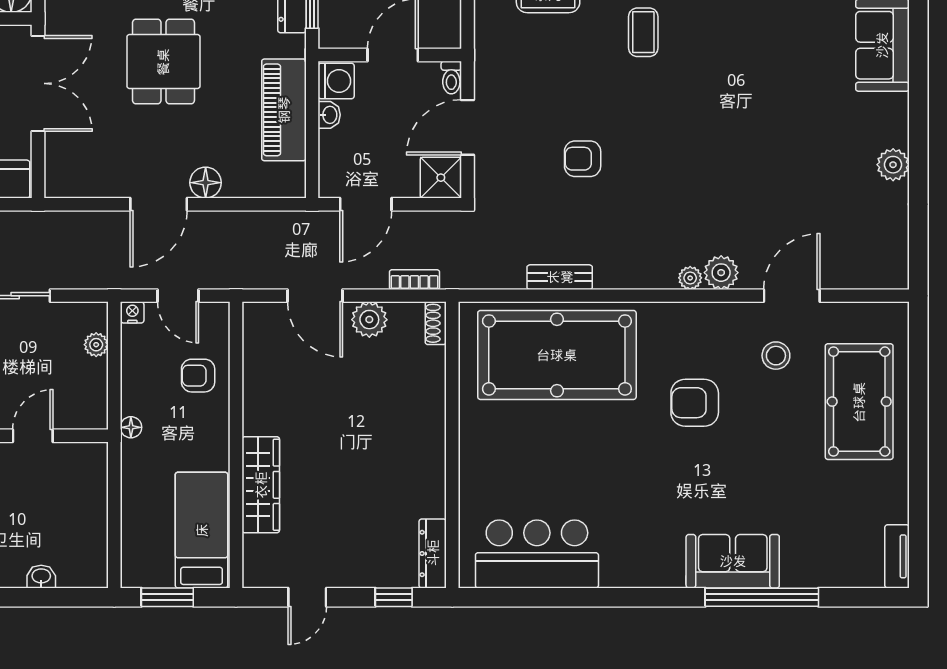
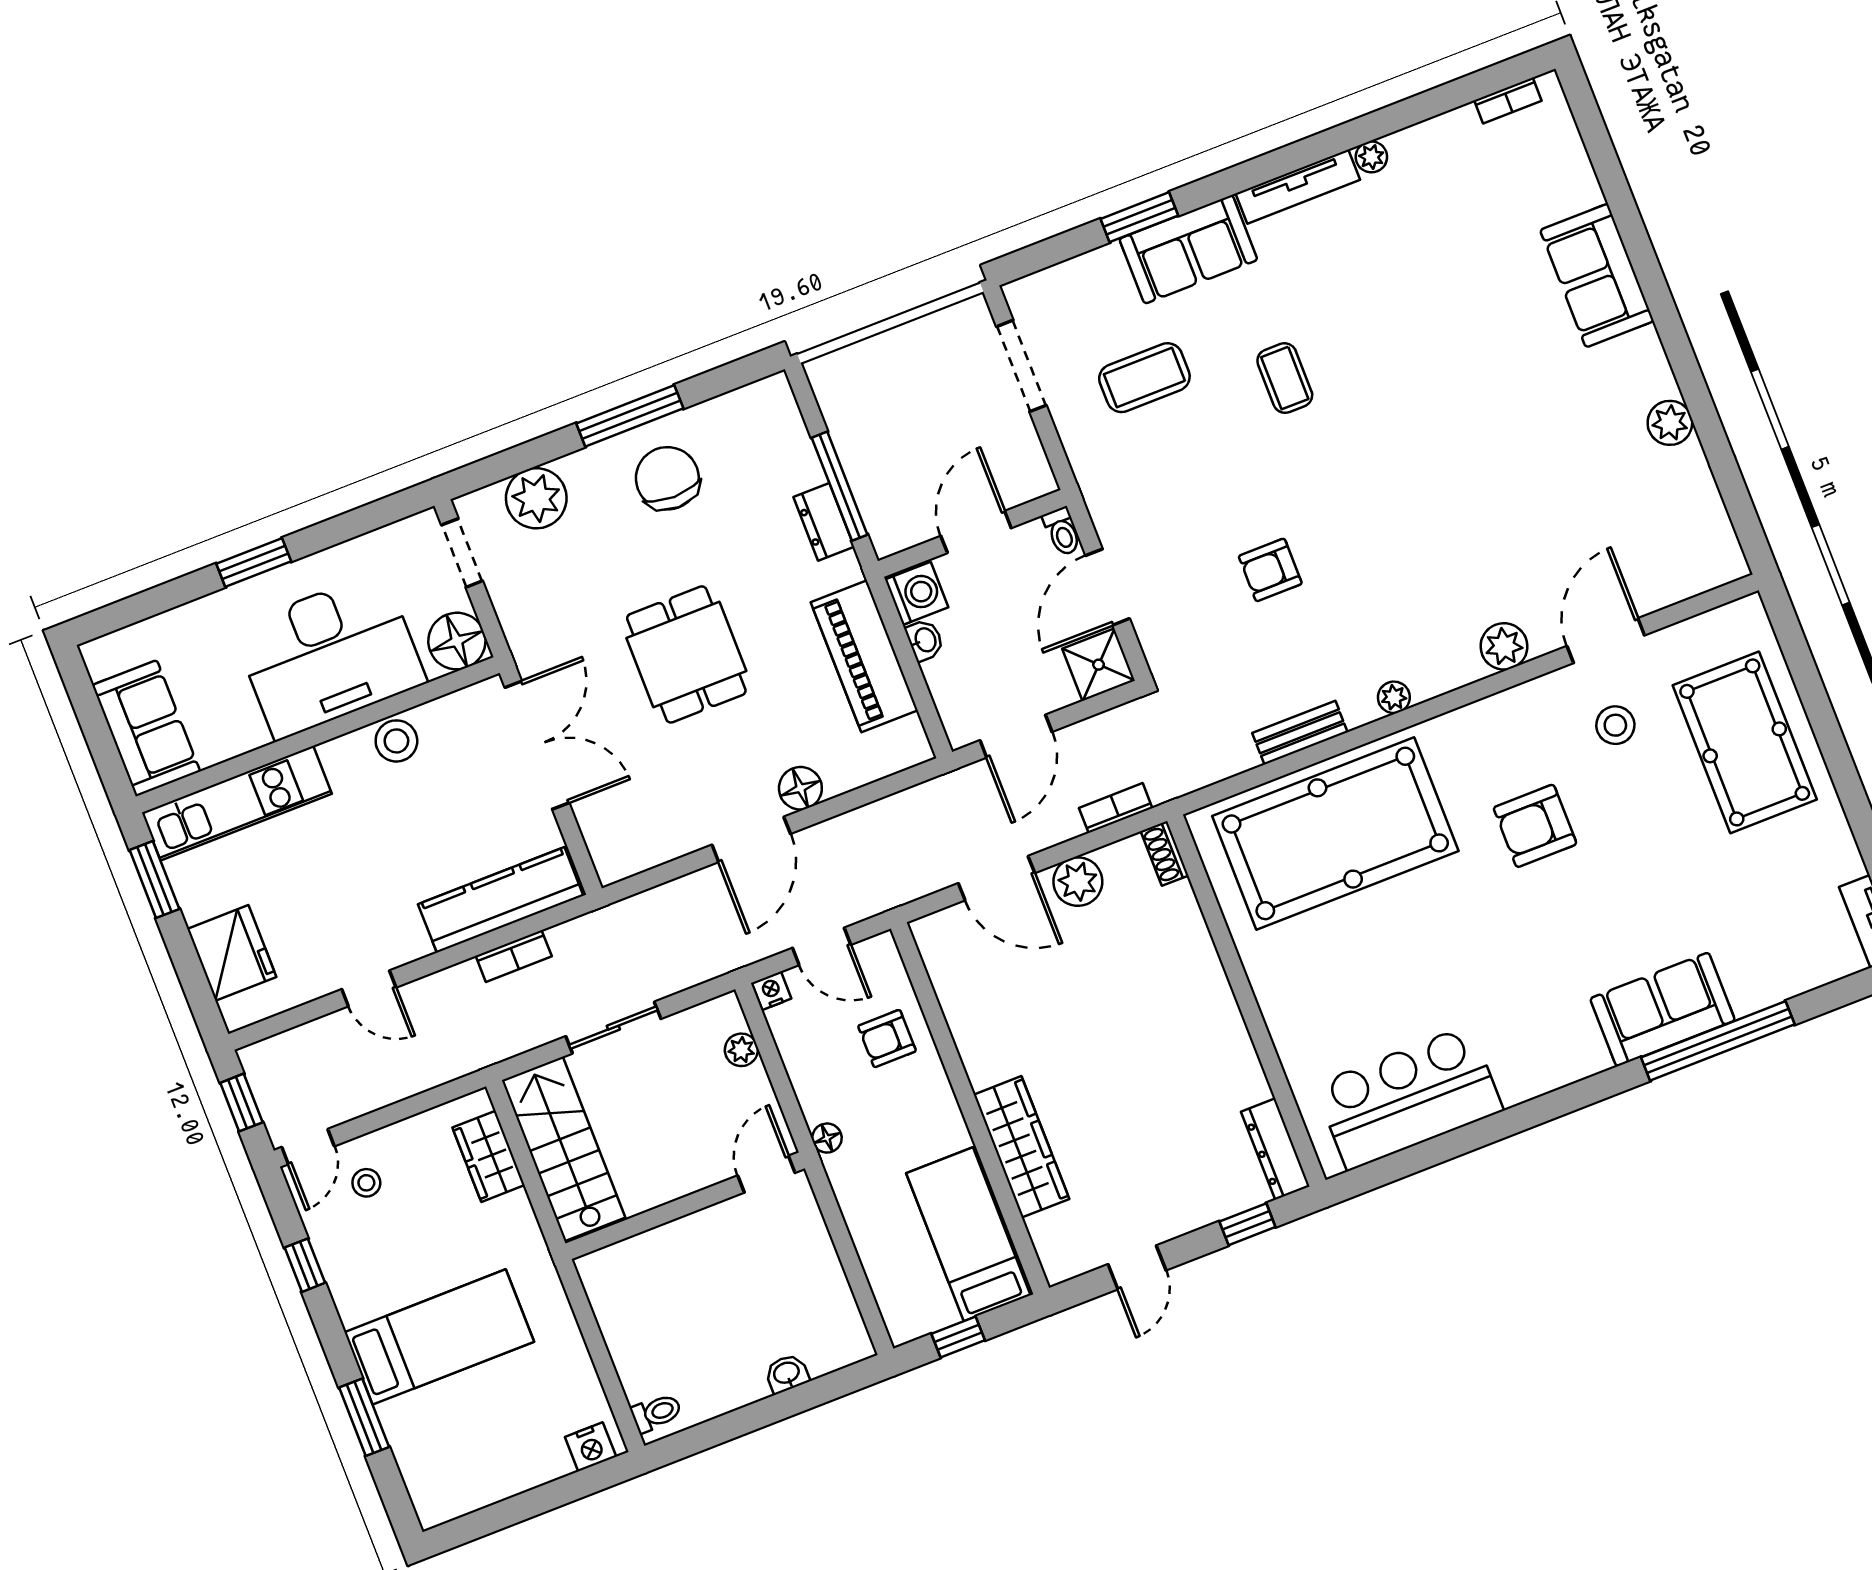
plant: (690, 278) -> (1394, 697), moved
door: (33, 436) -> (766, 1174), moved
window: (167, 597) -> (958, 1337), width x0.67

